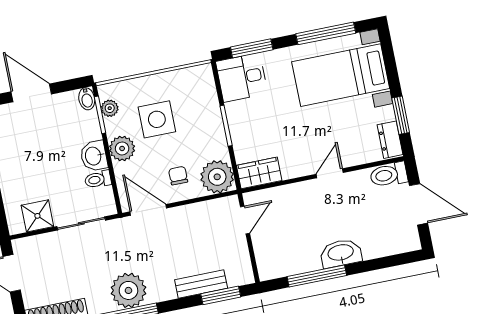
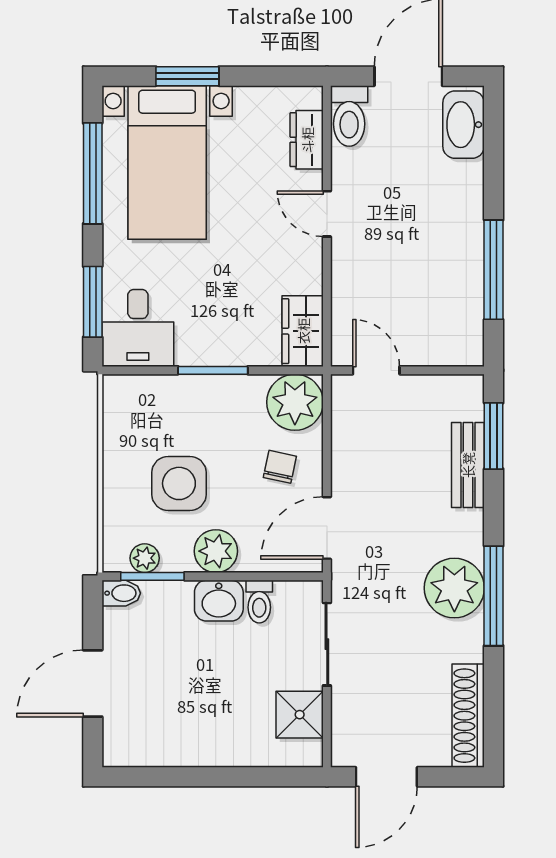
window: (401, 115) -> (187, 76), moved
dresser: (390, 140) -> (307, 140), moved, turned 90
chair: (178, 176) -> (280, 467), turned 102
washbasin: (341, 253) -> (464, 125), moved

